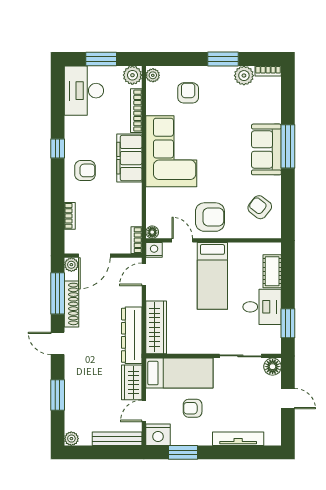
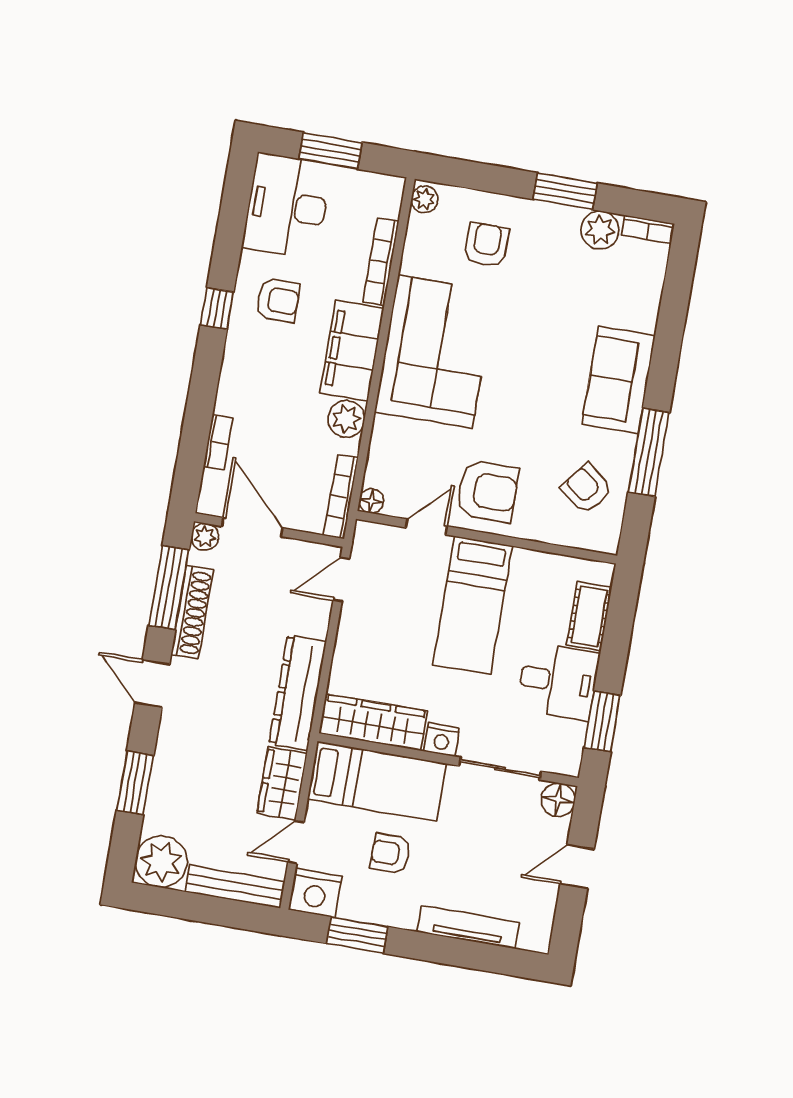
plant: (132, 75) -> (346, 419), moved
window: (288, 146) -> (649, 452), moved
armchair: (85, 170) -> (278, 300), moved
bookcase: (136, 240) -> (341, 497), width x1.56
door: (182, 240) -> (426, 527), hinge flipped
nightstand: (154, 250) -> (442, 740), moved, turned 180
door: (94, 256) -> (252, 527), swing flipped
wardrobe: (156, 327) -> (373, 722), moved, turned -90
door: (288, 399) -> (577, 867), swing flipped
plant: (71, 439) -> (161, 862), width x1.88, depth x1.88

